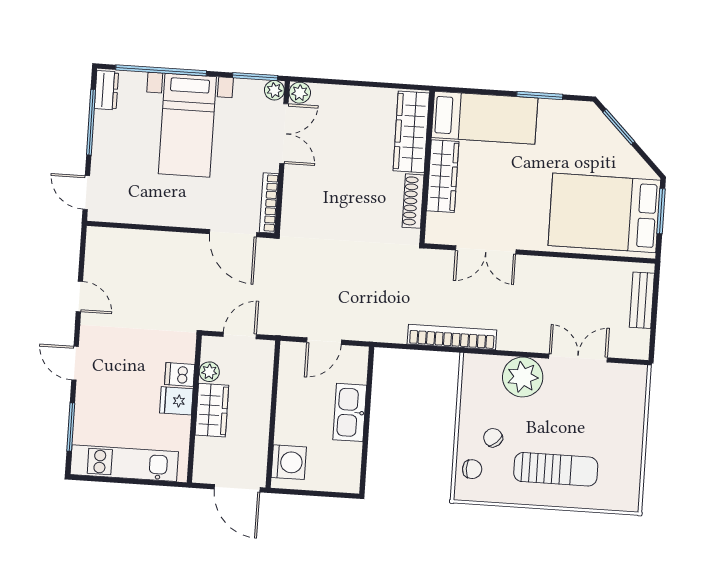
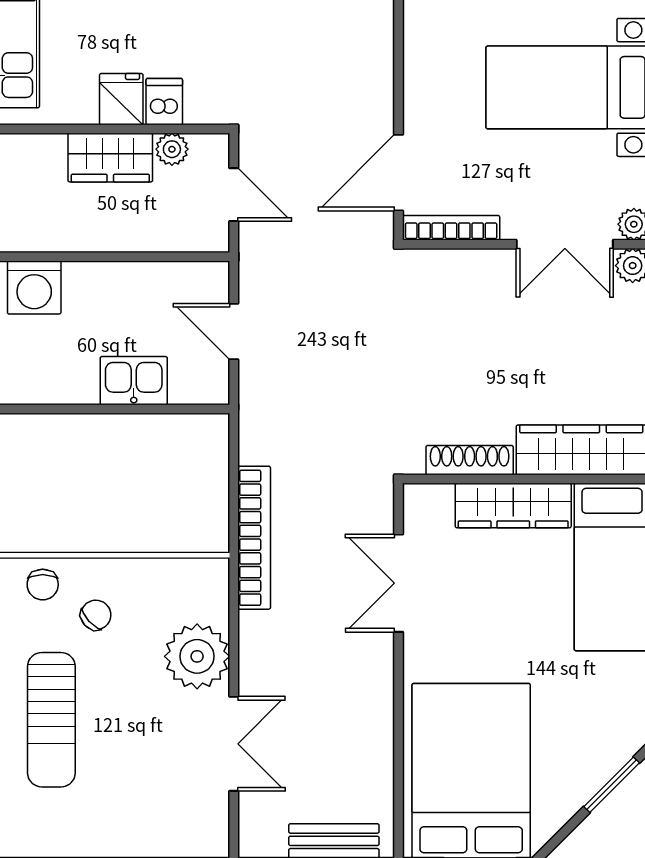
kitchen sink: (350, 412) -> (134, 381), width x0.73

